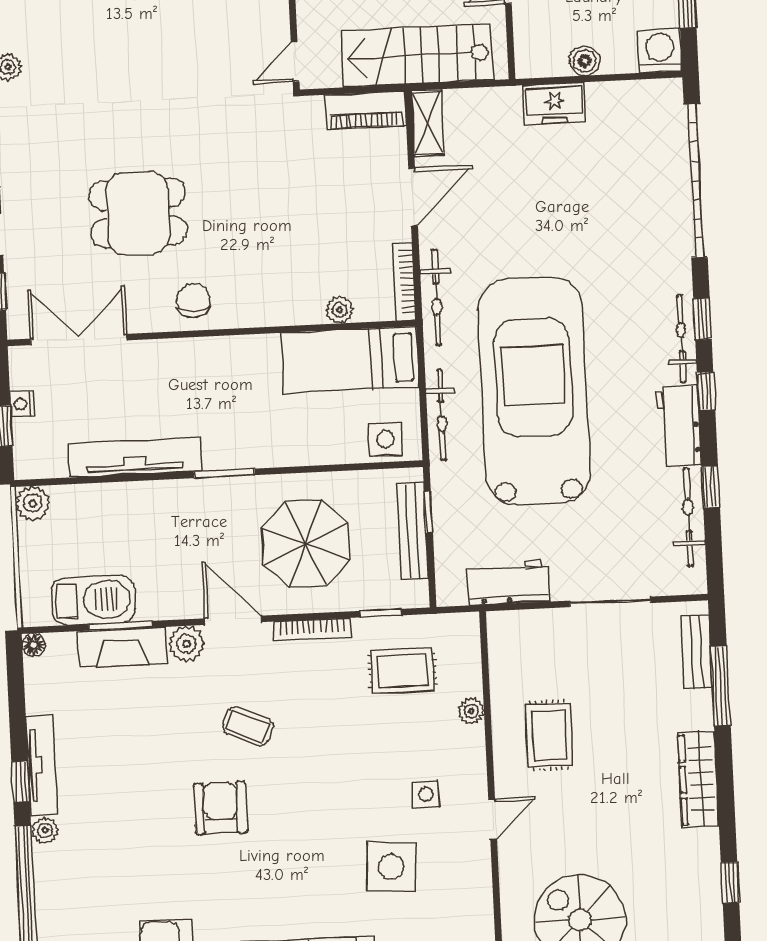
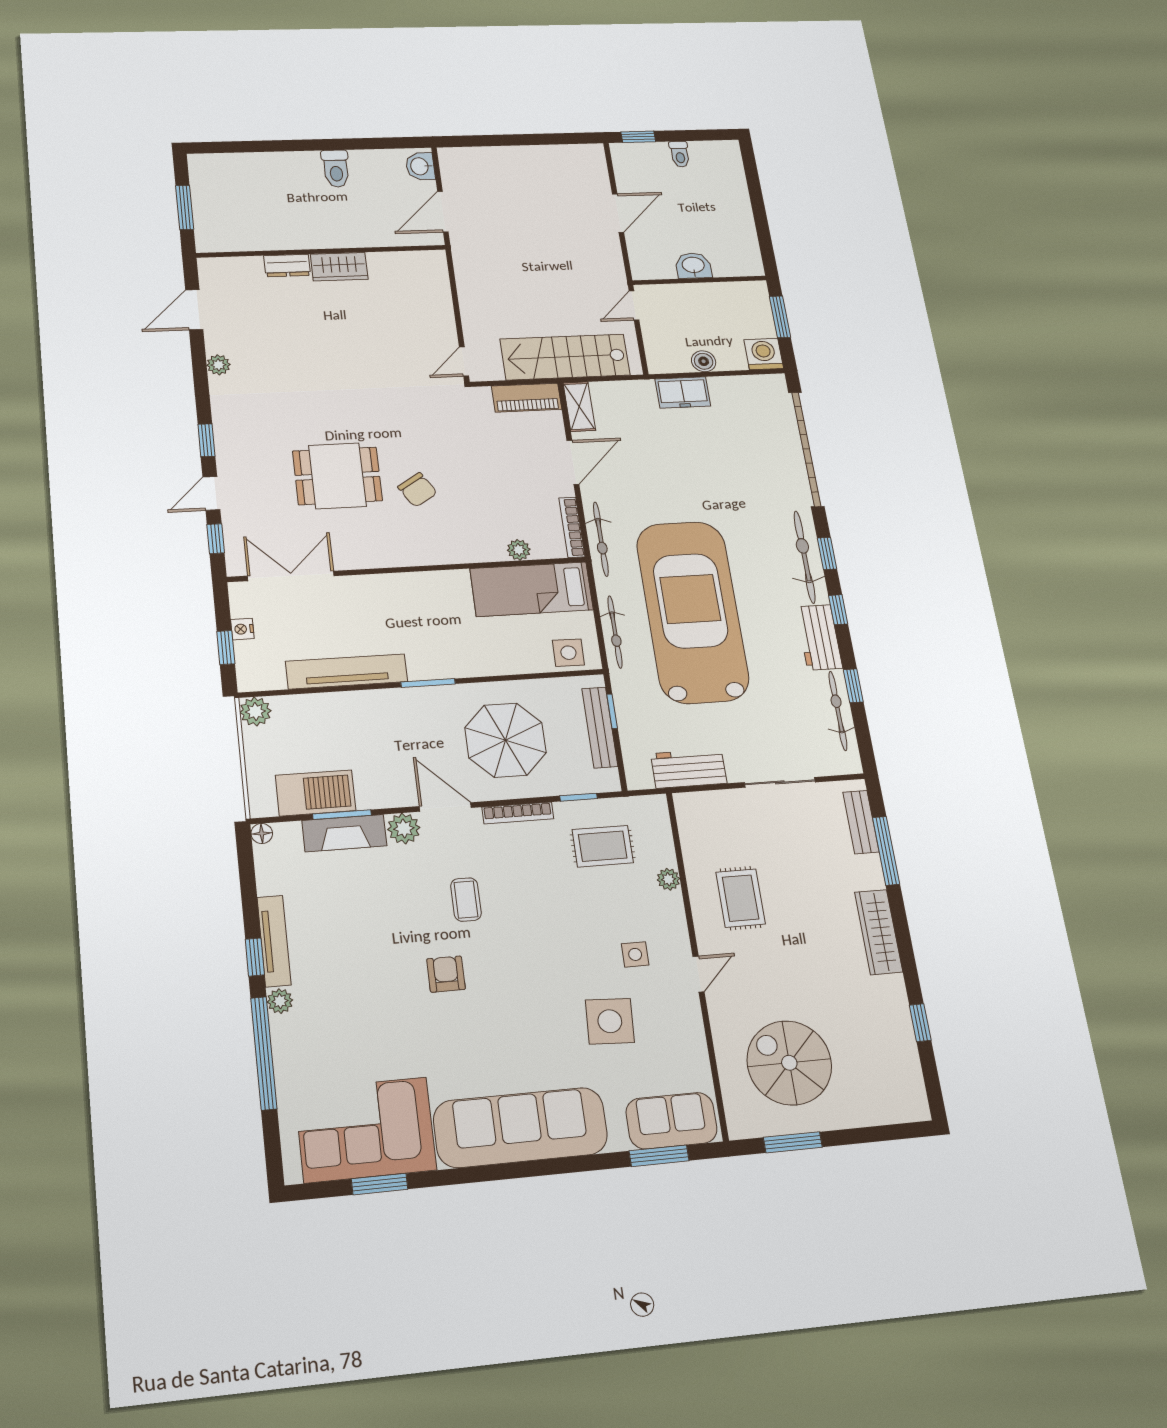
chair: (193, 300) -> (417, 490), moved, turned 148
bicycle: (681, 339) -> (805, 557), width x1.37, depth x1.40
coffee table: (248, 726) -> (466, 900), turned 66
armchair: (221, 808) -> (446, 974), width x0.72, depth x0.72

